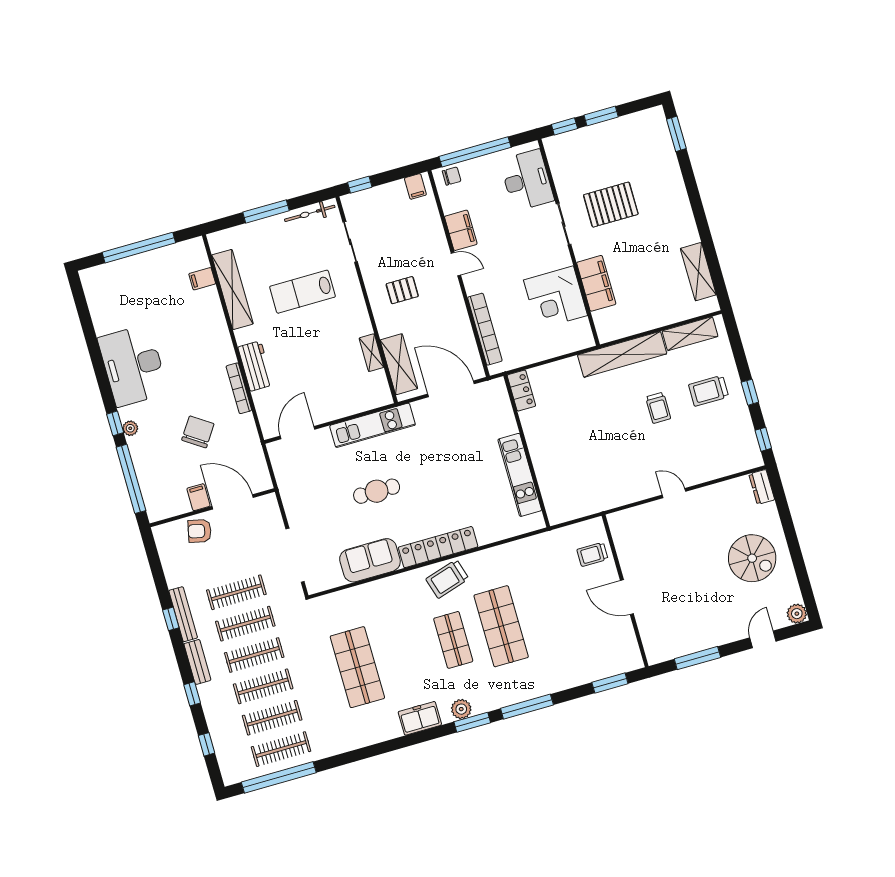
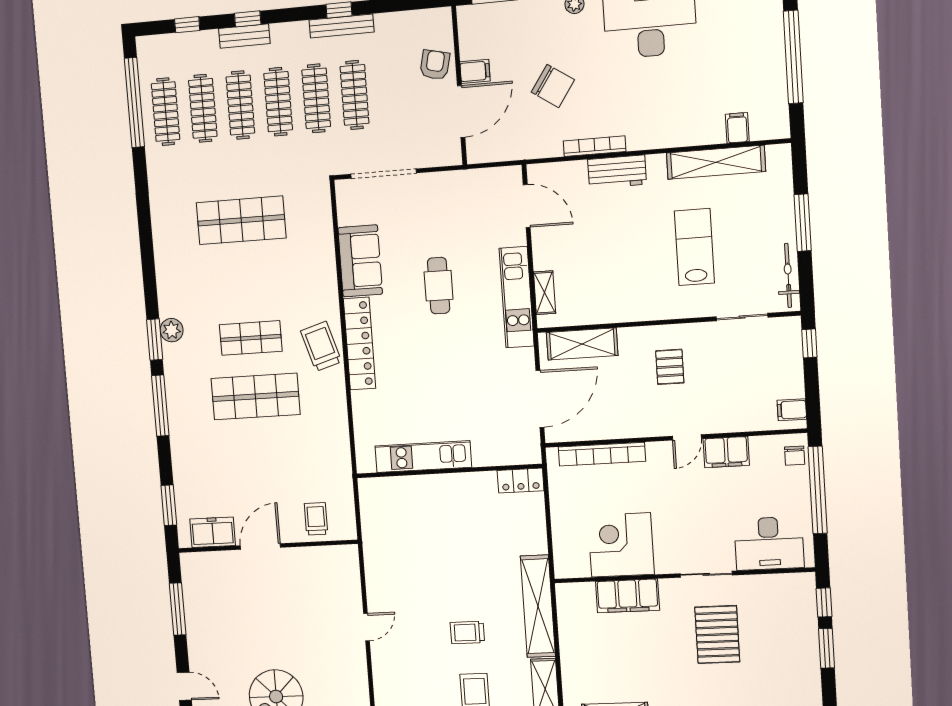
shelving: (371, 353) -> (545, 293), moved, turned 90
bench: (197, 662) -> (244, 36), moved
freezer: (420, 718) -> (213, 532), moved, turned -90

